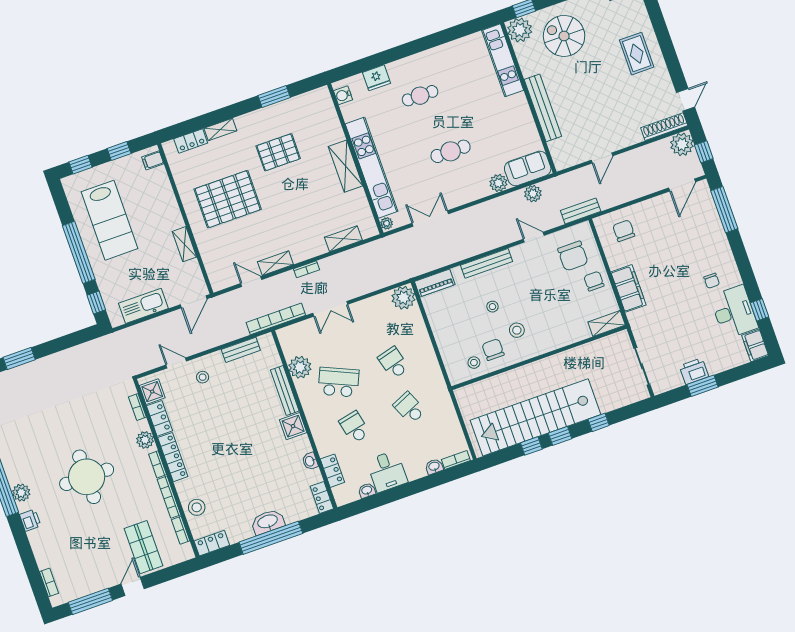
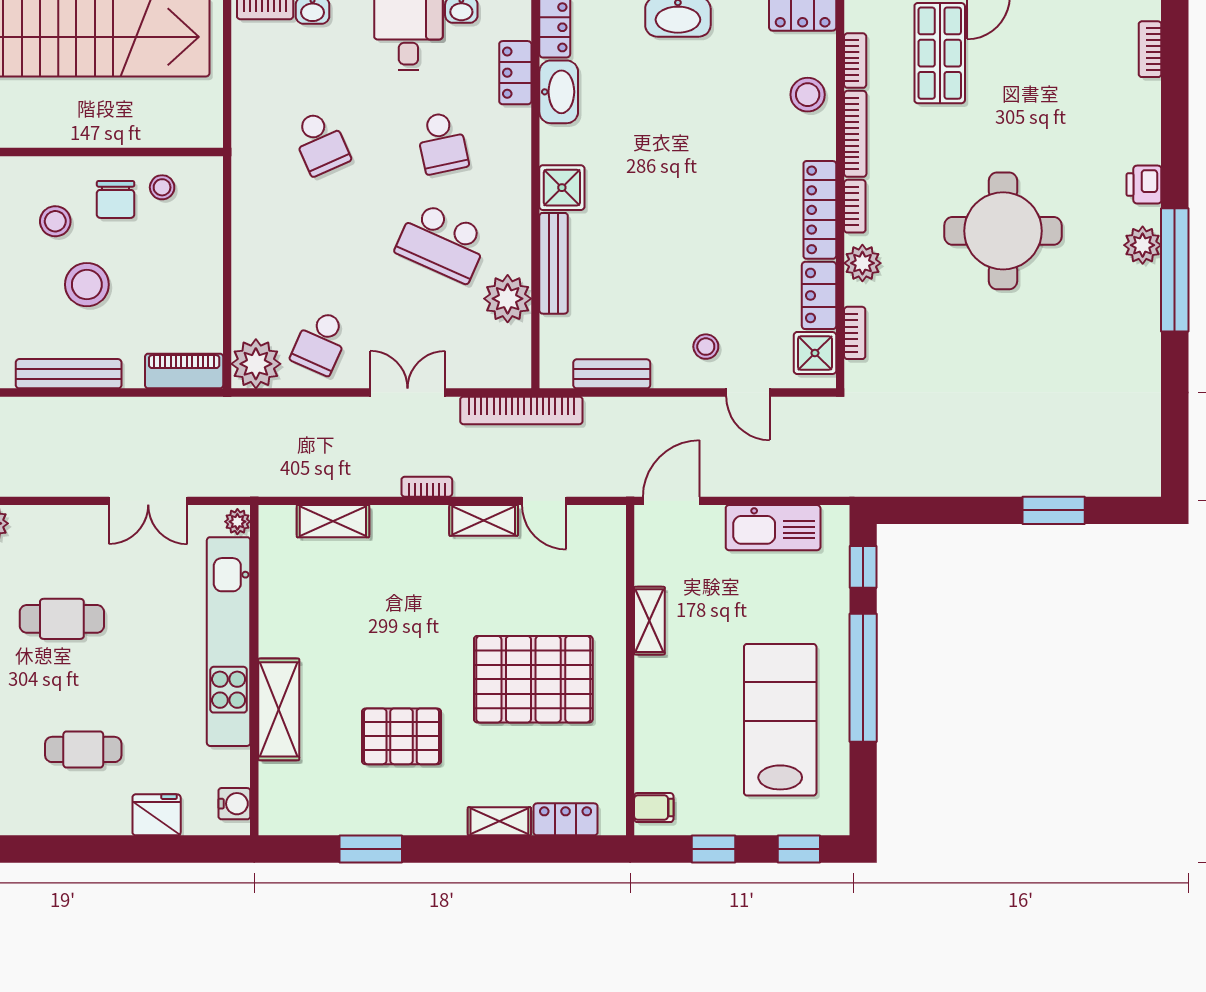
shelving: (345, 166) -> (279, 709), moved
stool: (492, 307) -> (87, 285), width x1.89, depth x1.89
school desk: (393, 363) -> (320, 342), moved, turned 39
washbasin: (310, 461) -> (559, 92), width x1.91, depth x1.45

